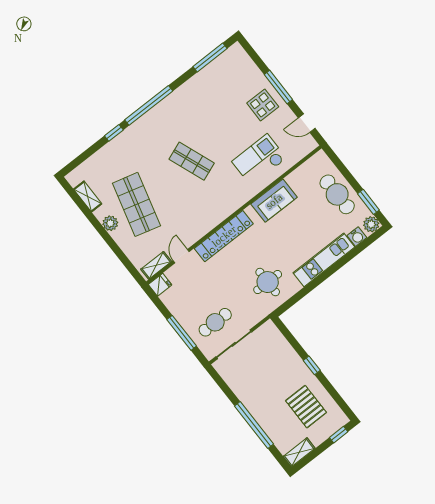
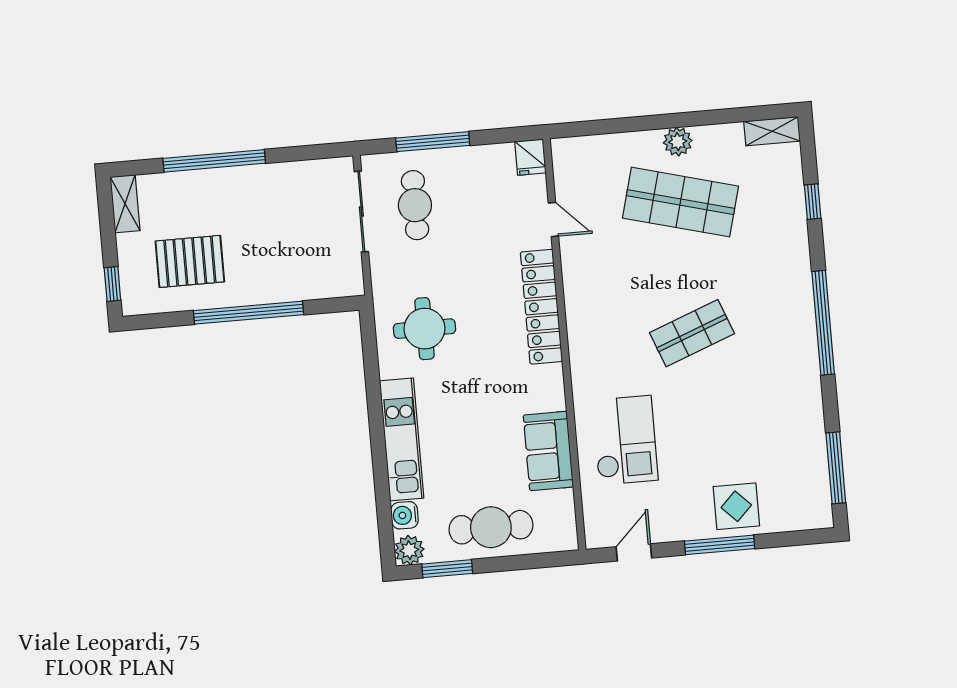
display table: (263, 105) -> (736, 506), moved
window: (114, 133) -> (813, 202), moved
shelving: (88, 196) -> (772, 131), moved
sofa: (274, 201) -> (548, 451), moved
shelving: (156, 265) -> (565, 171), removed
window: (312, 365) -> (248, 313), width x3.17

